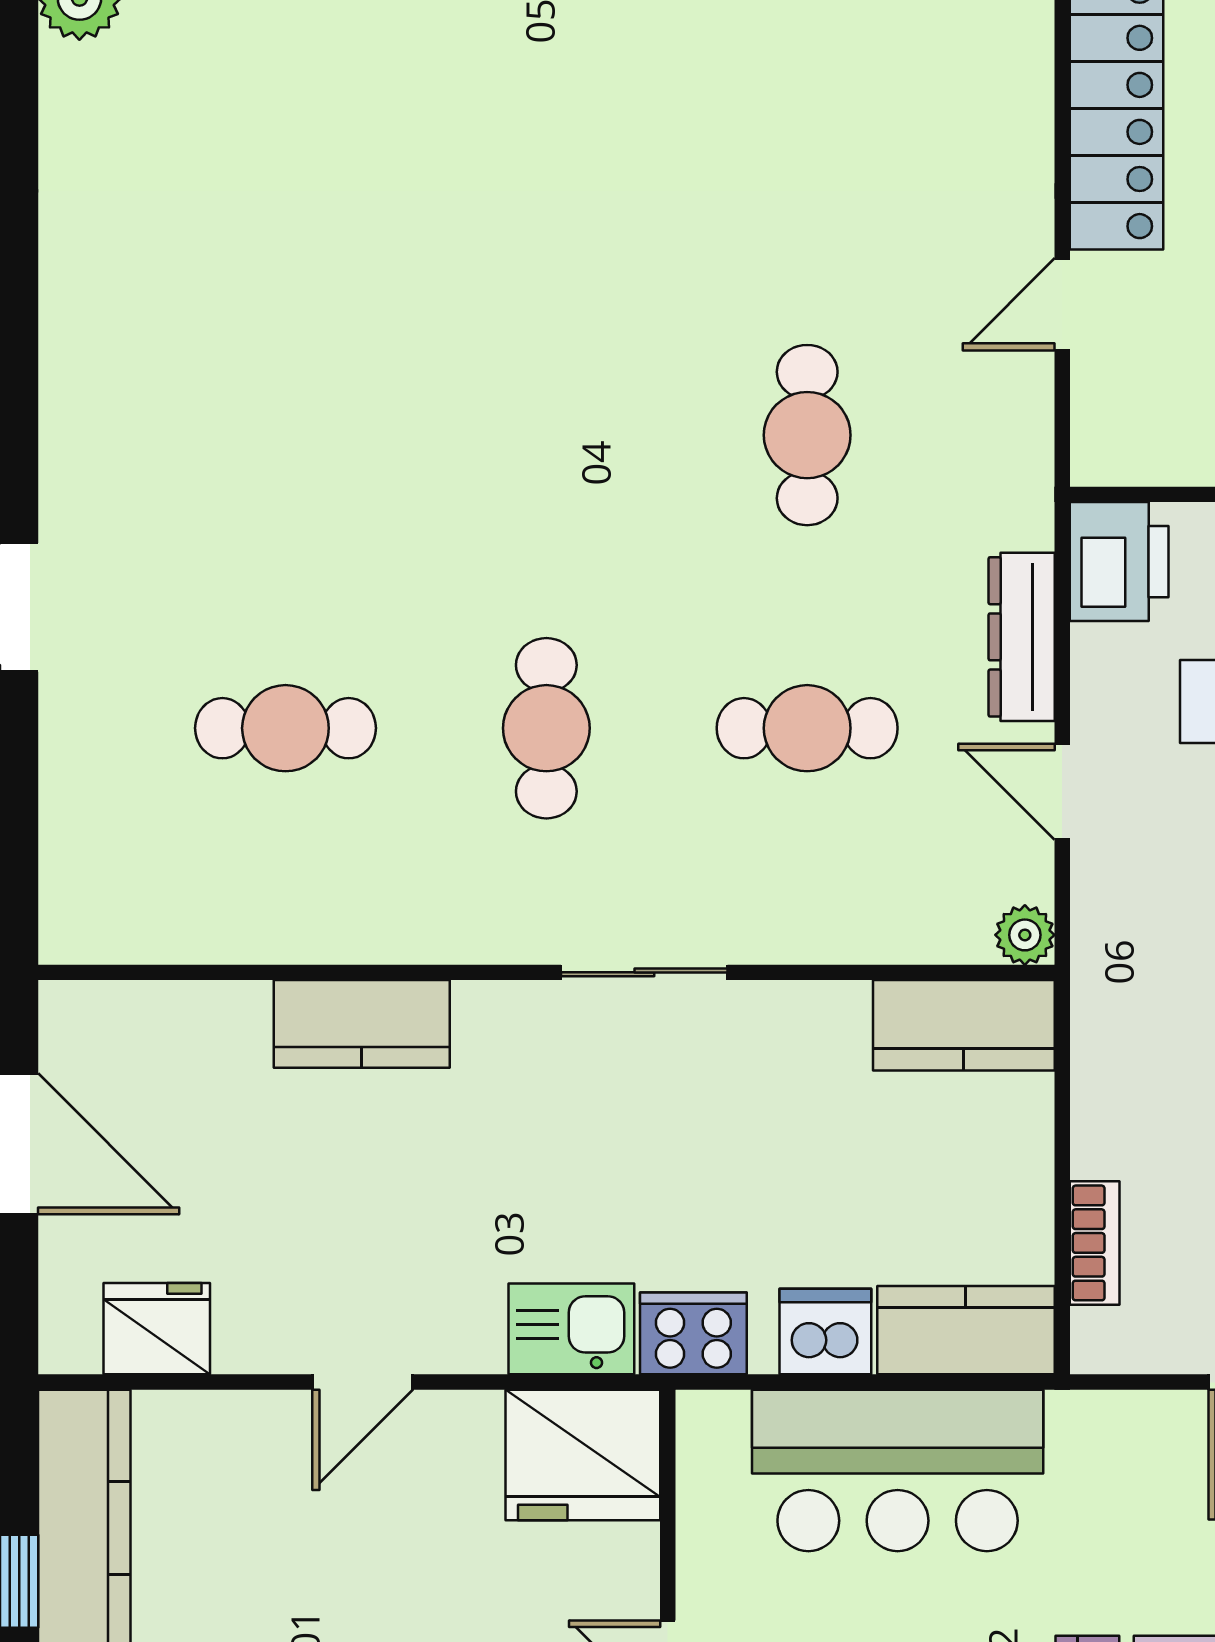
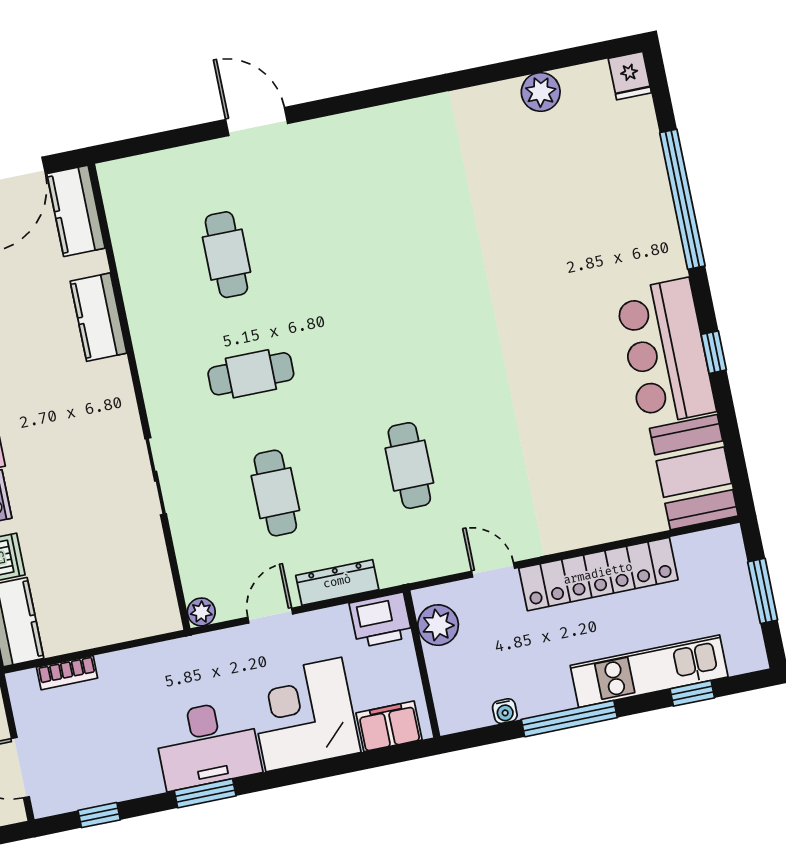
cafe table: (807, 435) -> (409, 466), turned 90
plant: (1155, 443) -> (438, 625), added
sliding door: (644, 972) -> (156, 476), moved
kitchen counter: (964, 1025) -> (76, 211), moved

